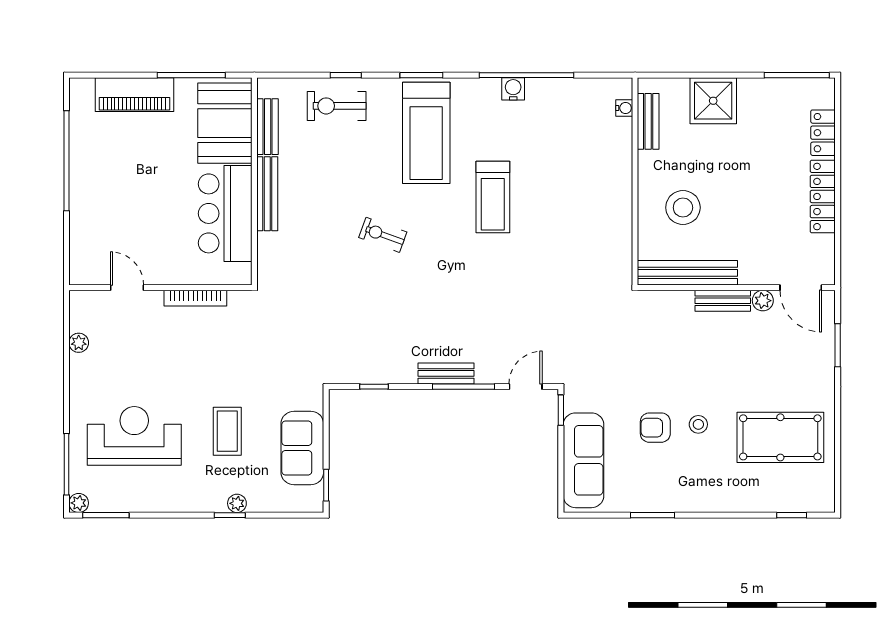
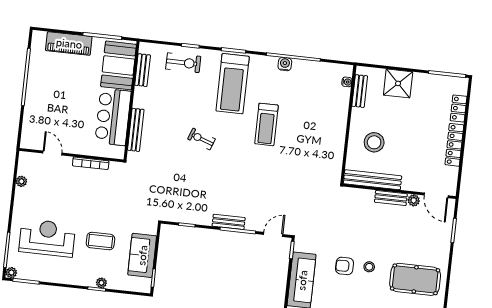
exercise bike: (337, 106) -> (183, 63), turned 180
bench: (267, 194) -> (136, 130), moved
coffee table: (227, 431) -> (100, 241), turned 90

